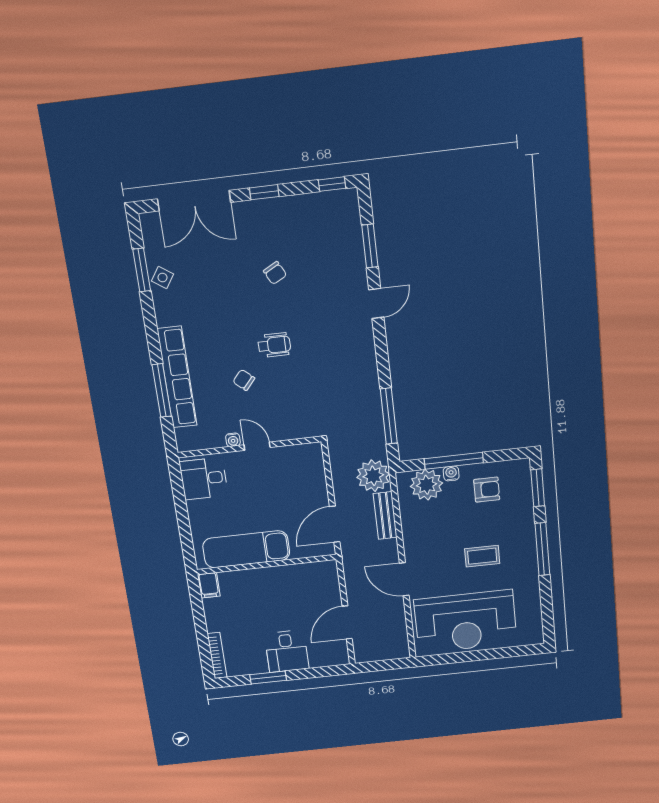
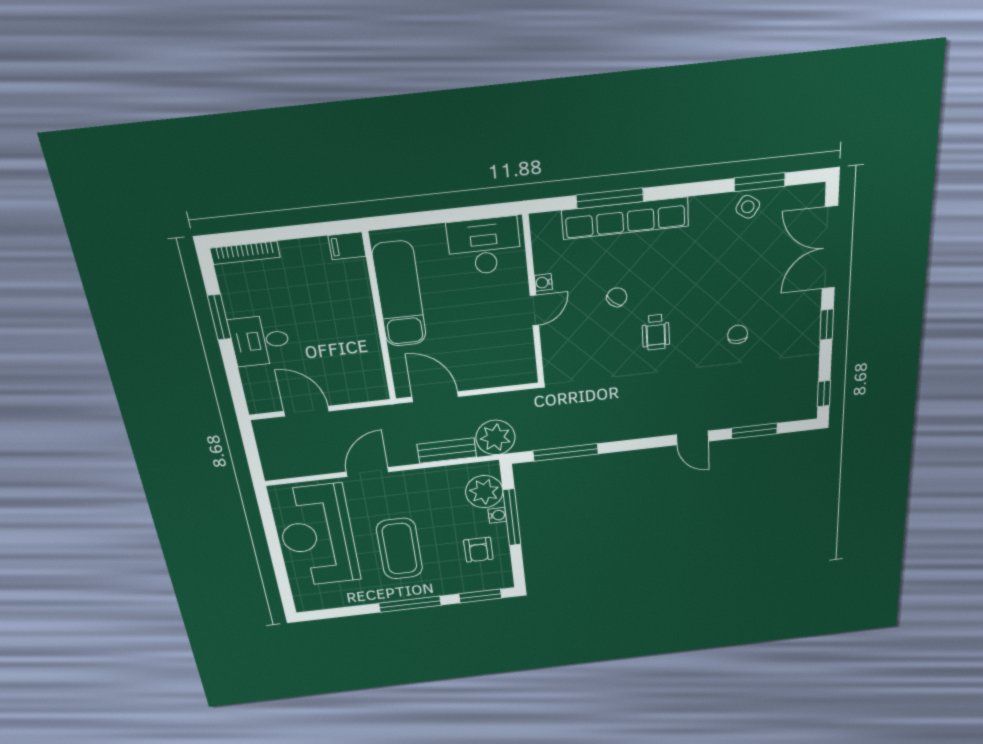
chair: (275, 273) -> (738, 334), turned 118
desk: (204, 479) -> (484, 246), width x1.37
coffee table: (482, 556) -> (400, 549), width x1.86, depth x1.72

